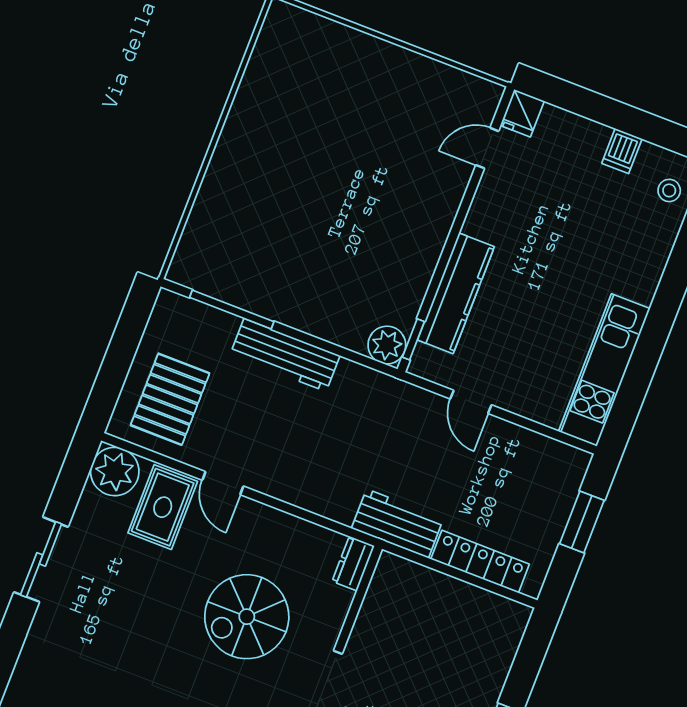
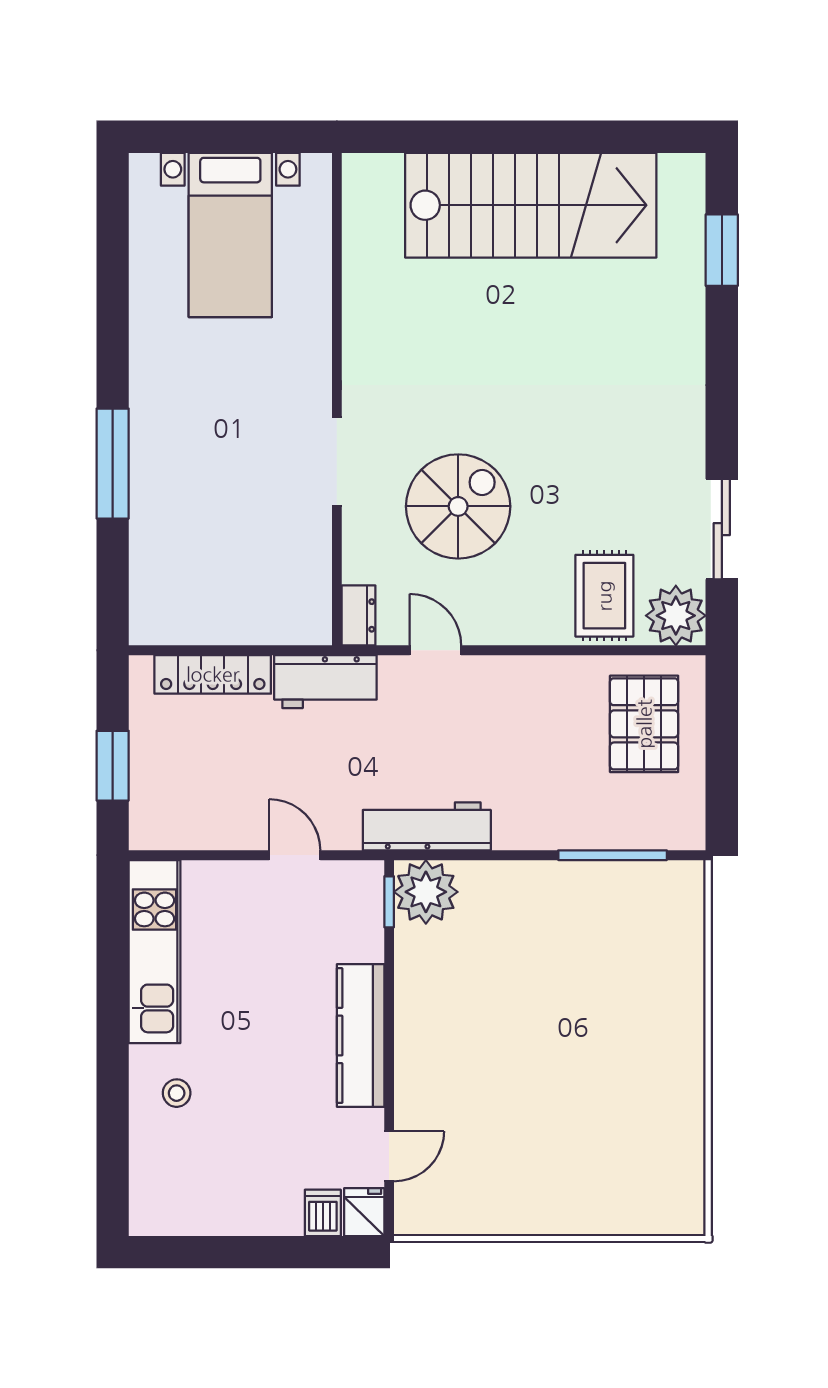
dishwasher: (622, 151) -> (323, 1213), moved
stool: (669, 190) -> (177, 1093), moved
kitchen counter: (456, 293) -> (361, 1036), moved
plant: (387, 345) -> (426, 892), width x1.36, depth x1.36
workbench: (285, 355) -> (427, 826), moved
door: (223, 483) -> (435, 650), moved
sliding door: (41, 559) -> (722, 529), moved

